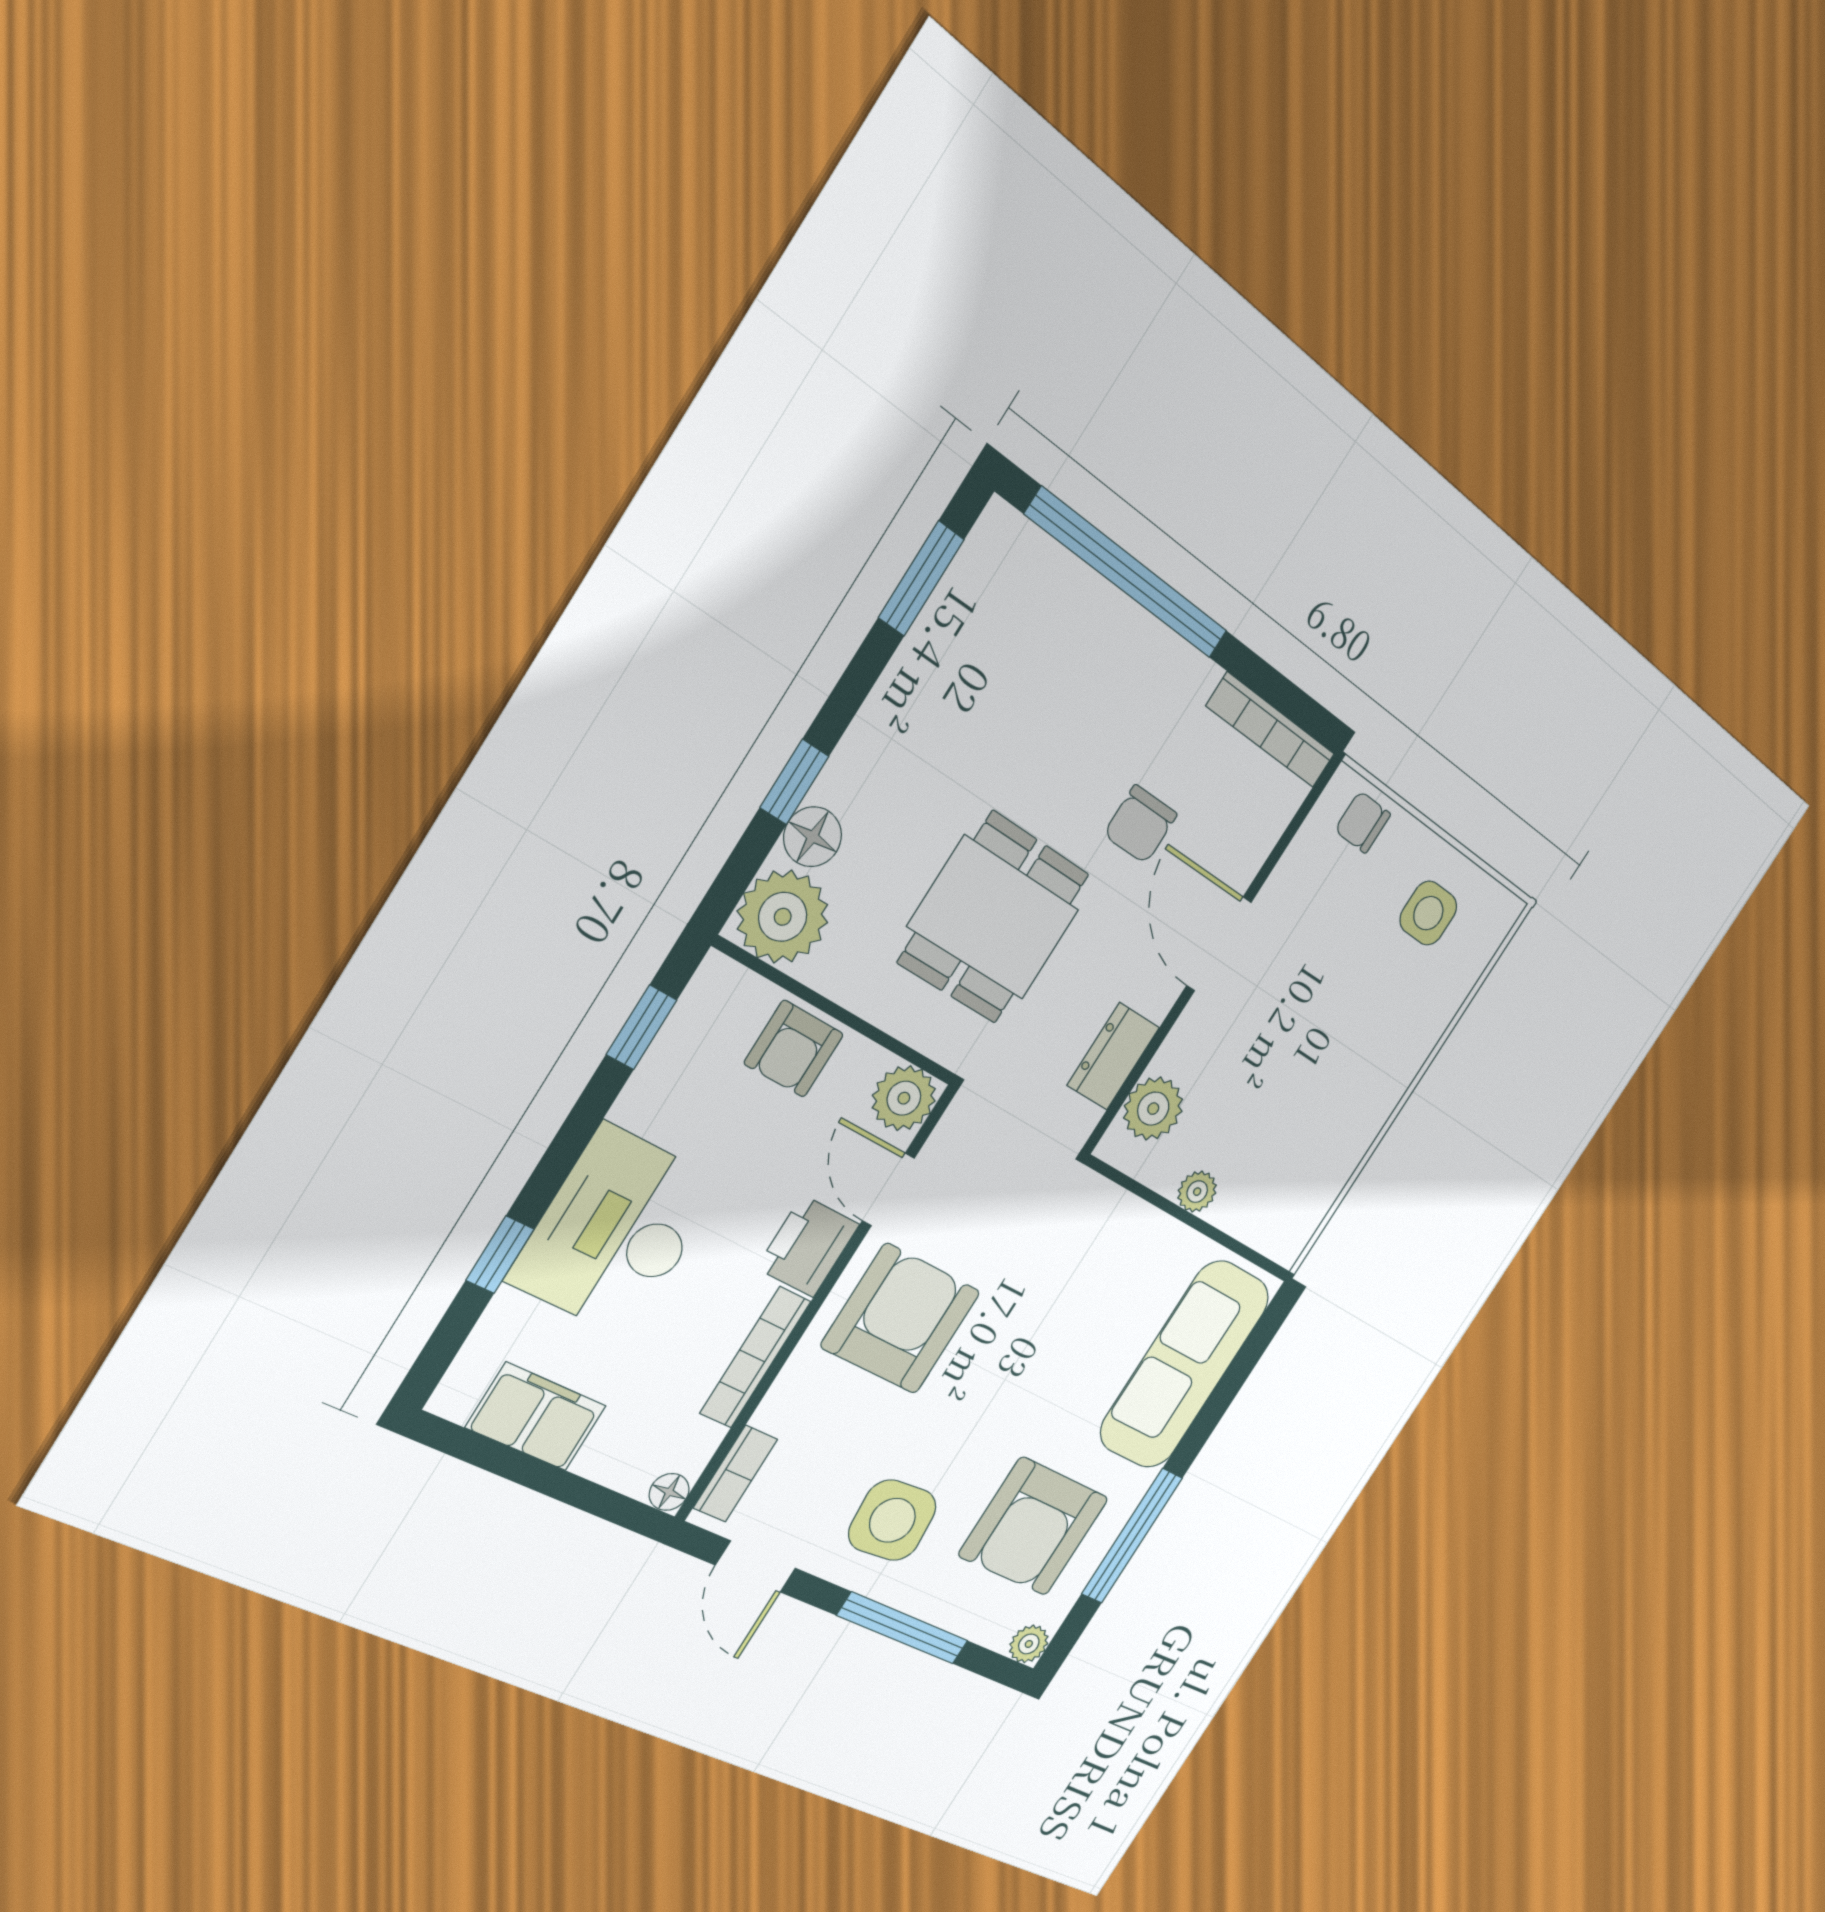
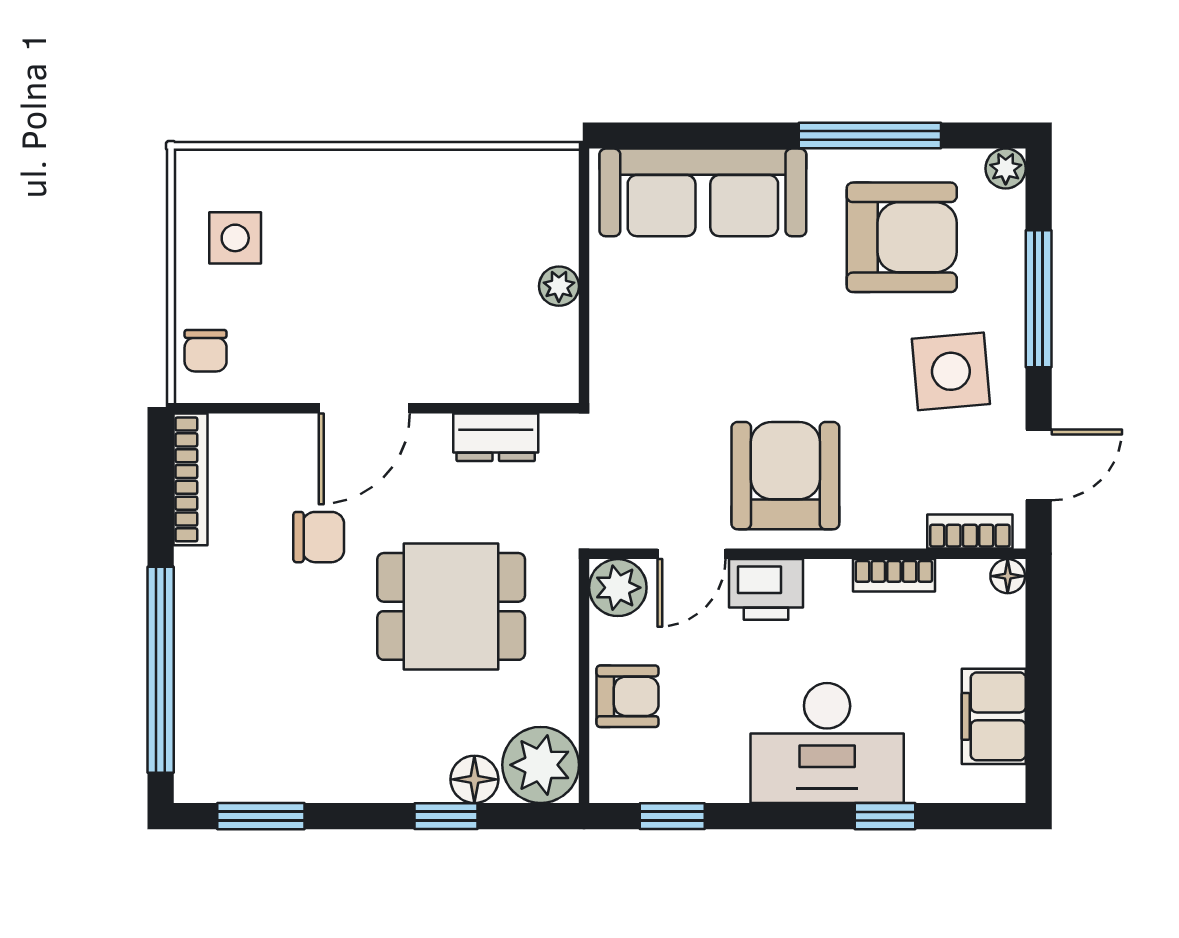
plant: (1153, 1109) -> (516, 374), removed
armchair: (901, 1319) -> (785, 476), turned 90
bookcase: (755, 1357) -> (894, 575), width x0.64

